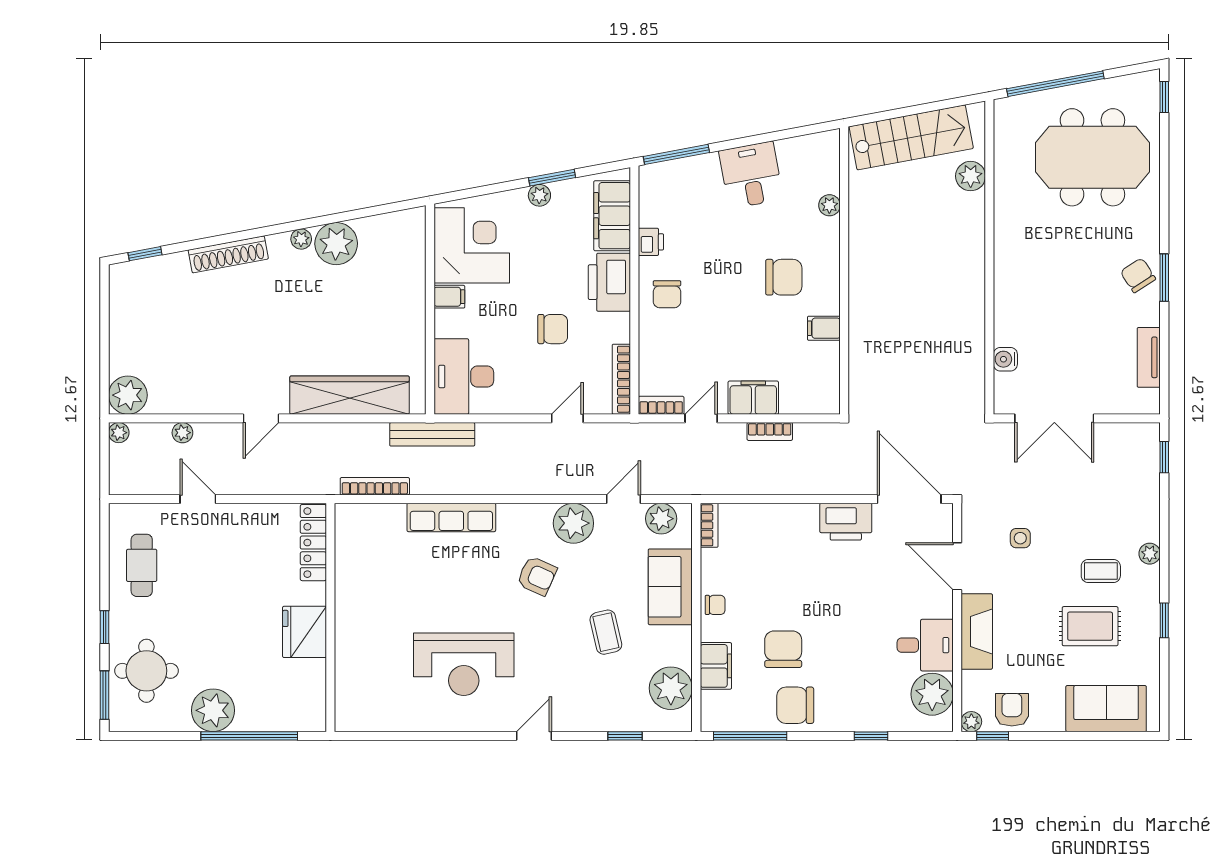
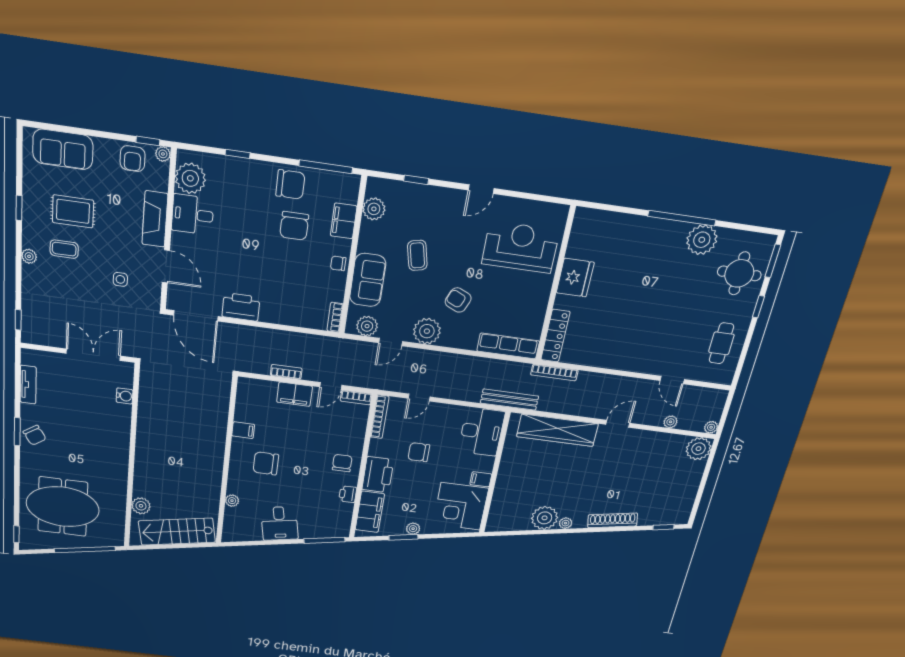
locker: (313, 543) -> (555, 336), moved
wall: (330, 617) -> (555, 285), moved
fridge: (305, 632) -> (575, 278), moved
plant: (671, 688) -> (374, 209), width x0.73, depth x0.73

